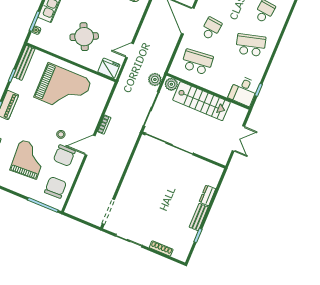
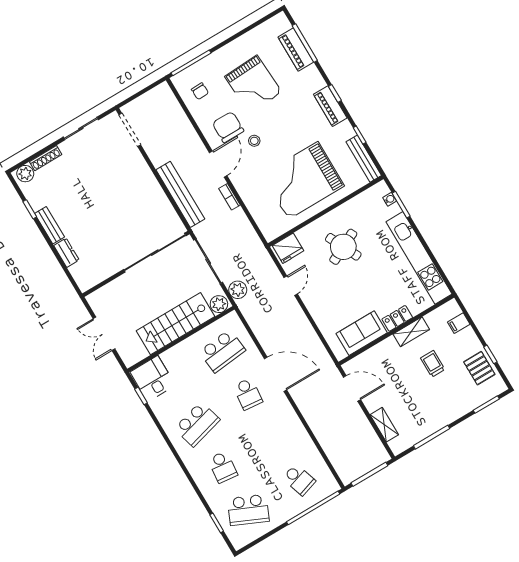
bench: (124, 154) -> (180, 194), added
chair: (55, 187) -> (200, 91), width x0.54, depth x0.54
plant: (179, 254) -> (25, 174), added

